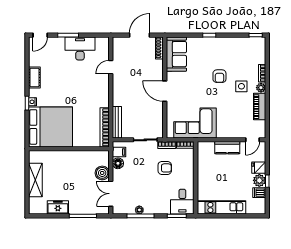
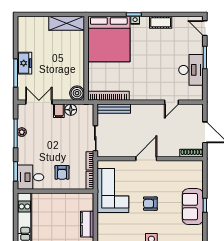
sofa: (176, 54) -> (193, 207), moved, turned 90
door: (111, 67) -> (171, 102), swing flipped
armchair: (219, 76) -> (150, 204), moved
filing cabinet: (119, 152) -> (59, 111), moved
armchair: (165, 168) -> (62, 172), moved
boiler: (102, 173) -> (77, 93), moved
shelving: (35, 180) -> (67, 23), moved
freezer: (58, 207) -> (25, 63), moved

